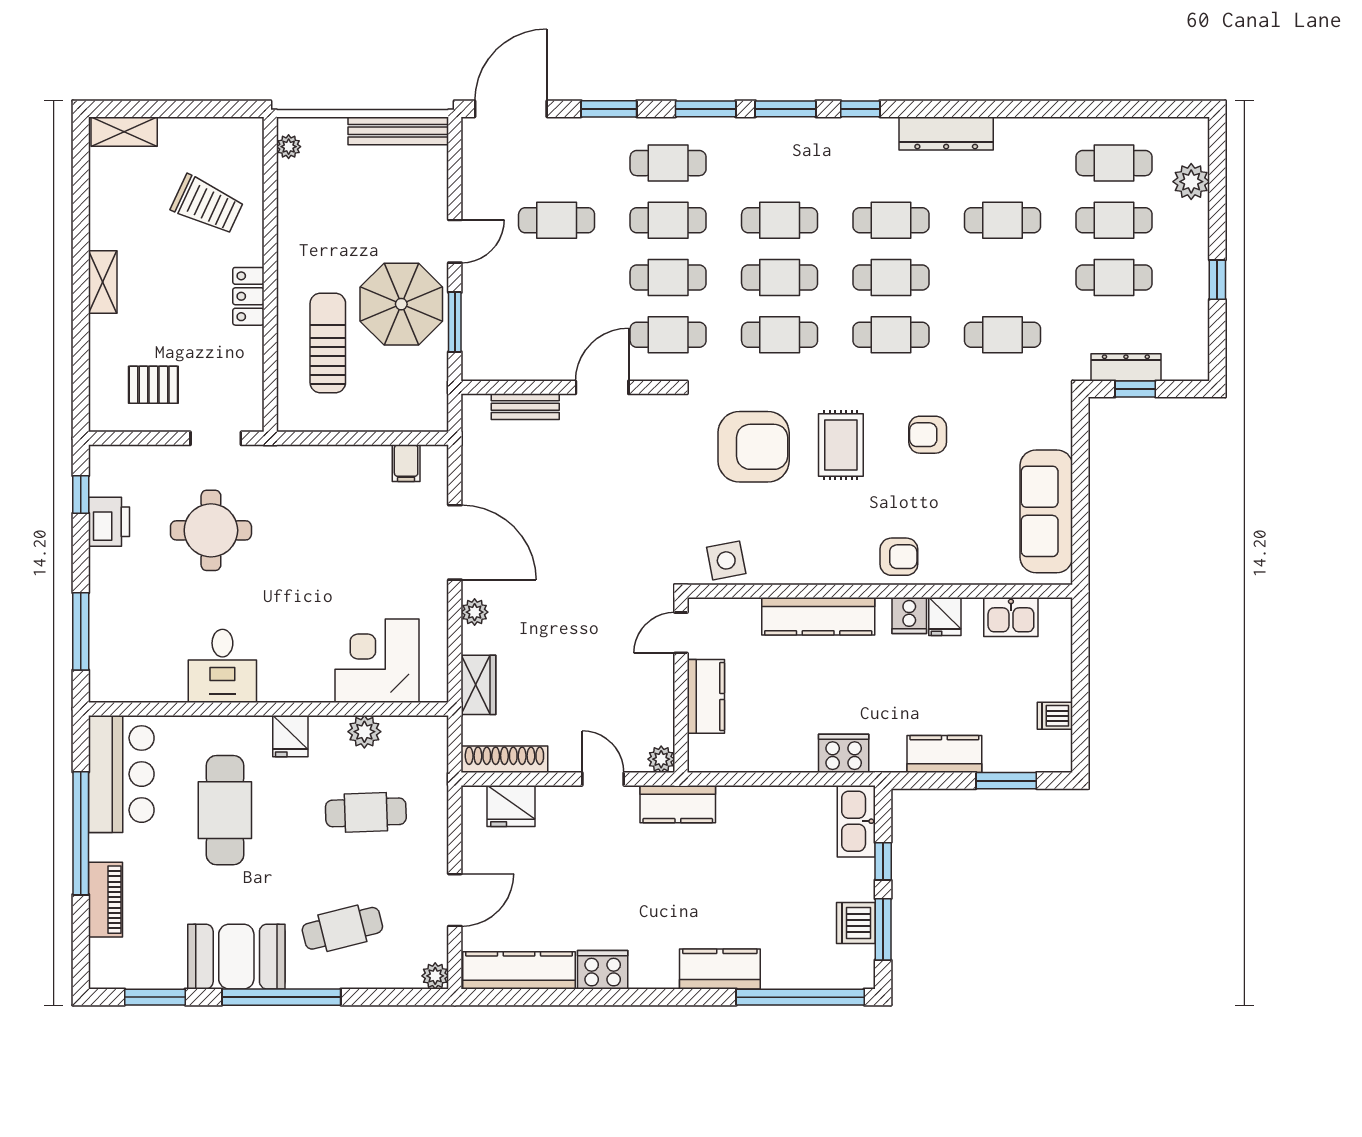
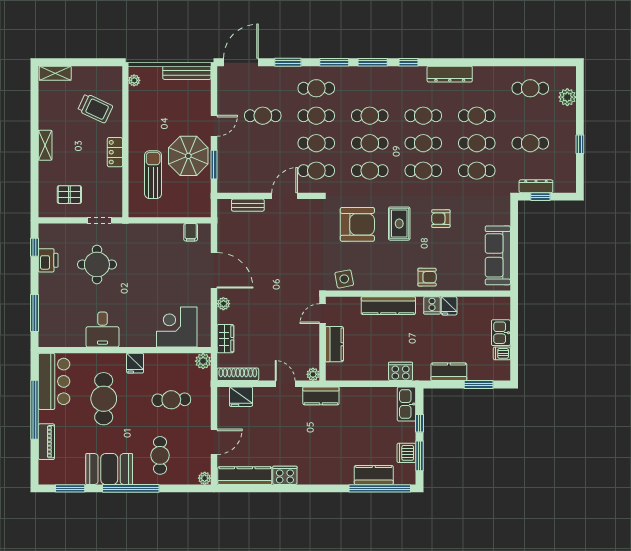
cafe table: (1114, 220) -> (477, 143), moved
kitchen sink: (1011, 617) -> (501, 333), moved, turned 90
plant: (364, 732) -> (203, 361), moved
cafe table: (342, 928) -> (160, 455), turned -76
kitchen counter: (720, 969) -> (374, 475), moved

